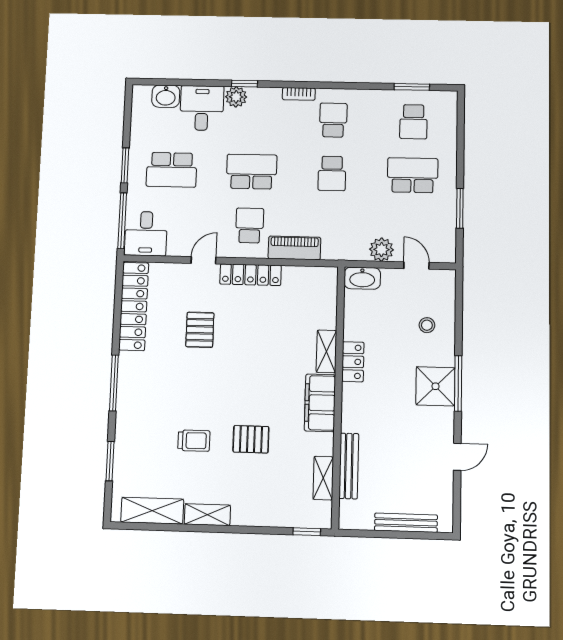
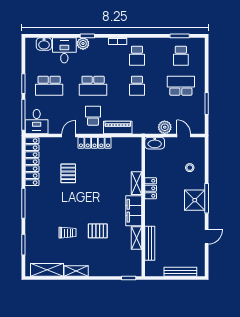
school desk: (333, 120) -> (137, 56), turned 180
school desk: (252, 172) -> (93, 86), turned 180
shelving: (323, 478) -> (136, 238), moved

